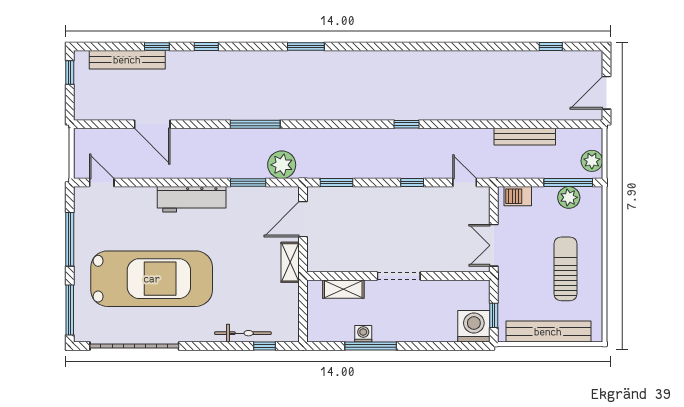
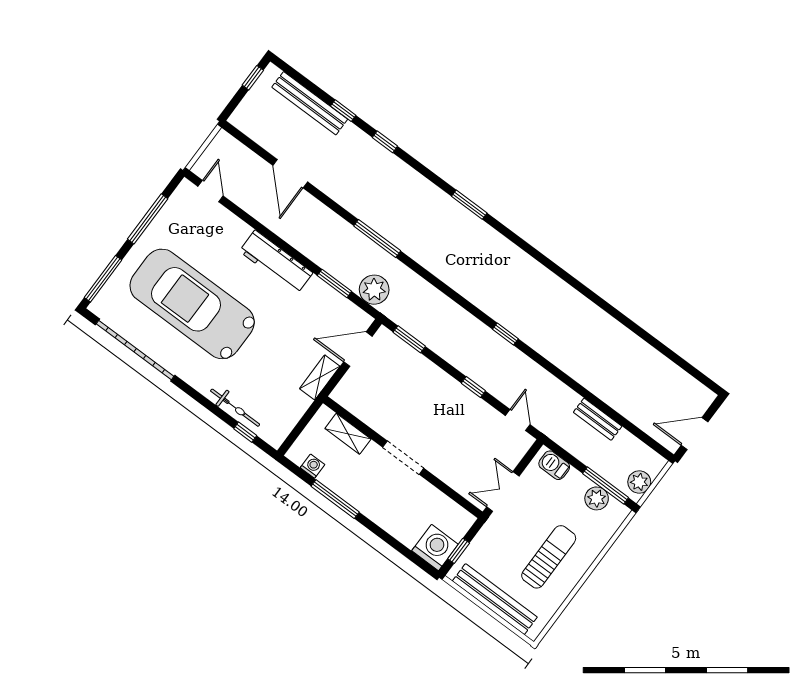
window: (551, 46) -> (677, 359), removed
bench: (525, 137) -> (598, 419), width x0.73
car: (152, 279) -> (192, 304), turned 180
washing machine: (363, 334) -> (313, 466), moved

